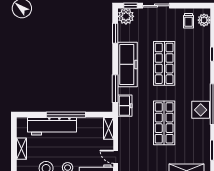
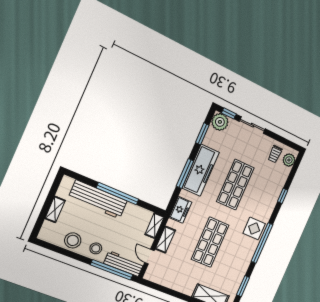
window: (115, 89) -> (185, 174), moved
display table: (201, 110) -> (254, 228), moved
shelving: (123, 137) -> (165, 240), added

